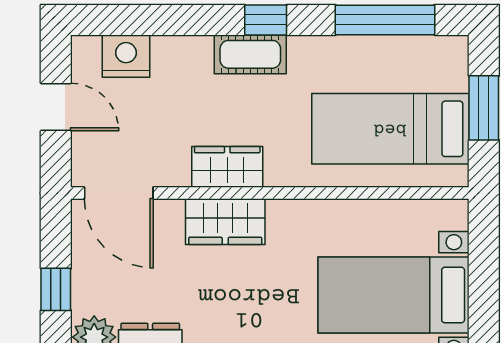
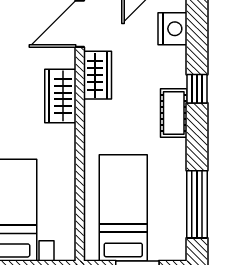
window: (266, 20) -> (197, 89), moved
wardrobe: (227, 167) -> (97, 75), moved

